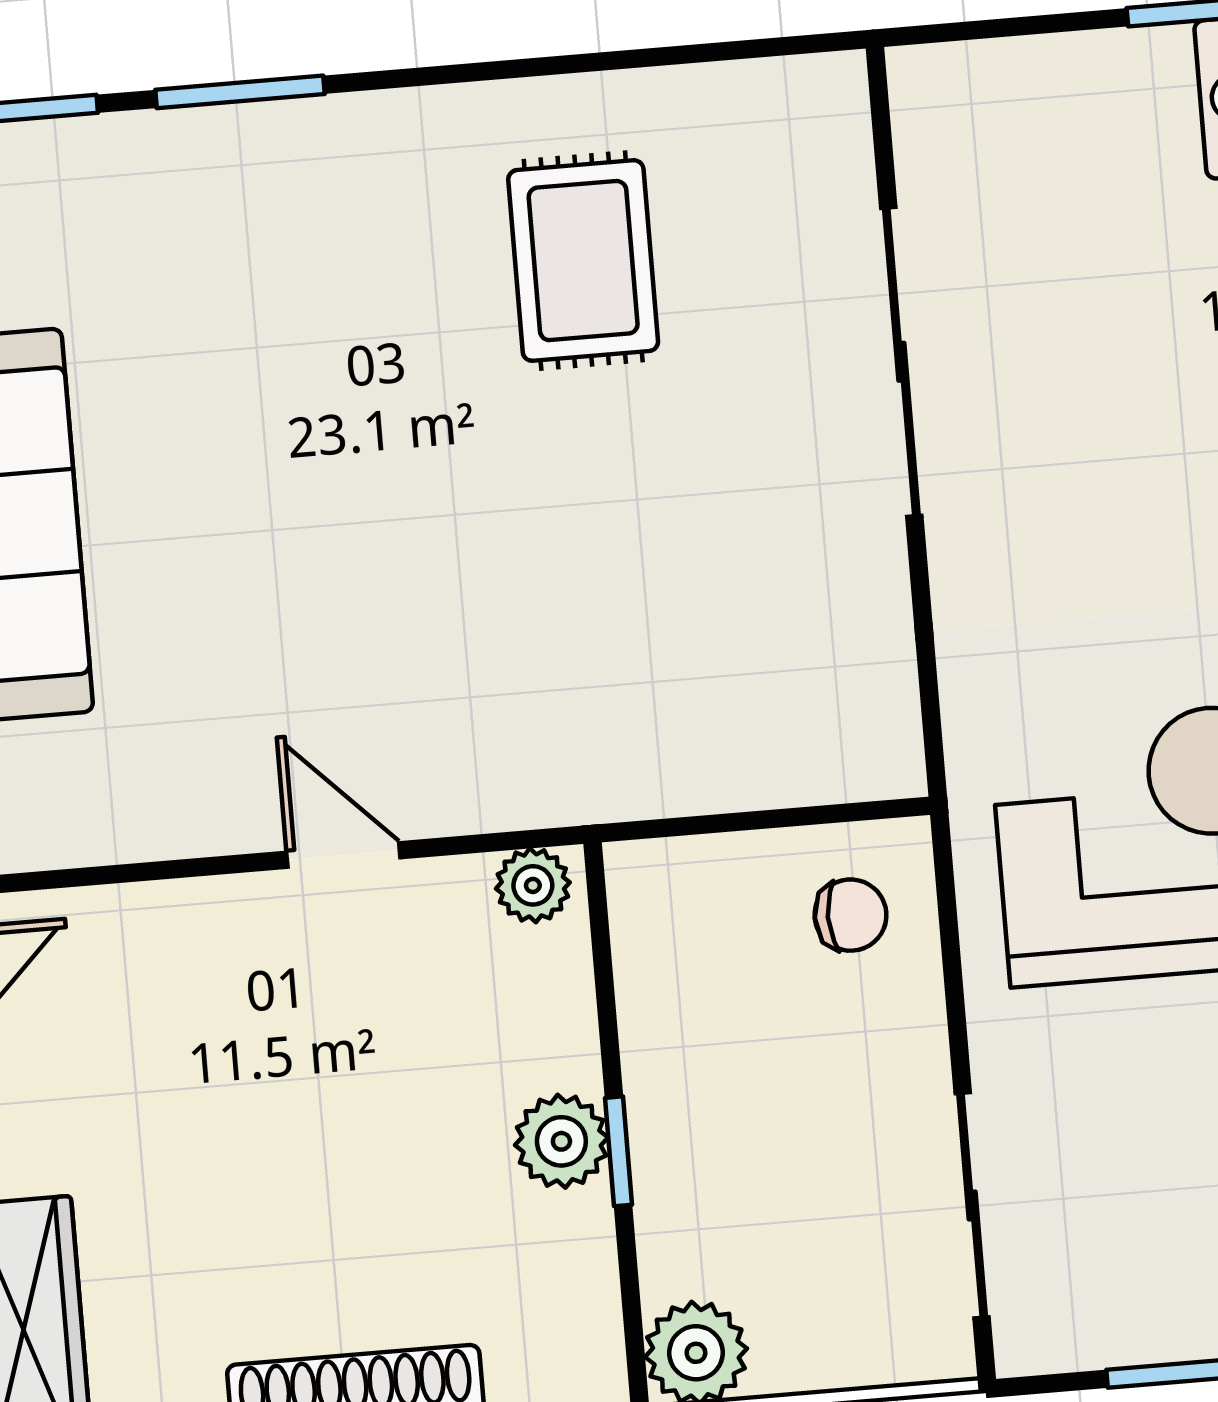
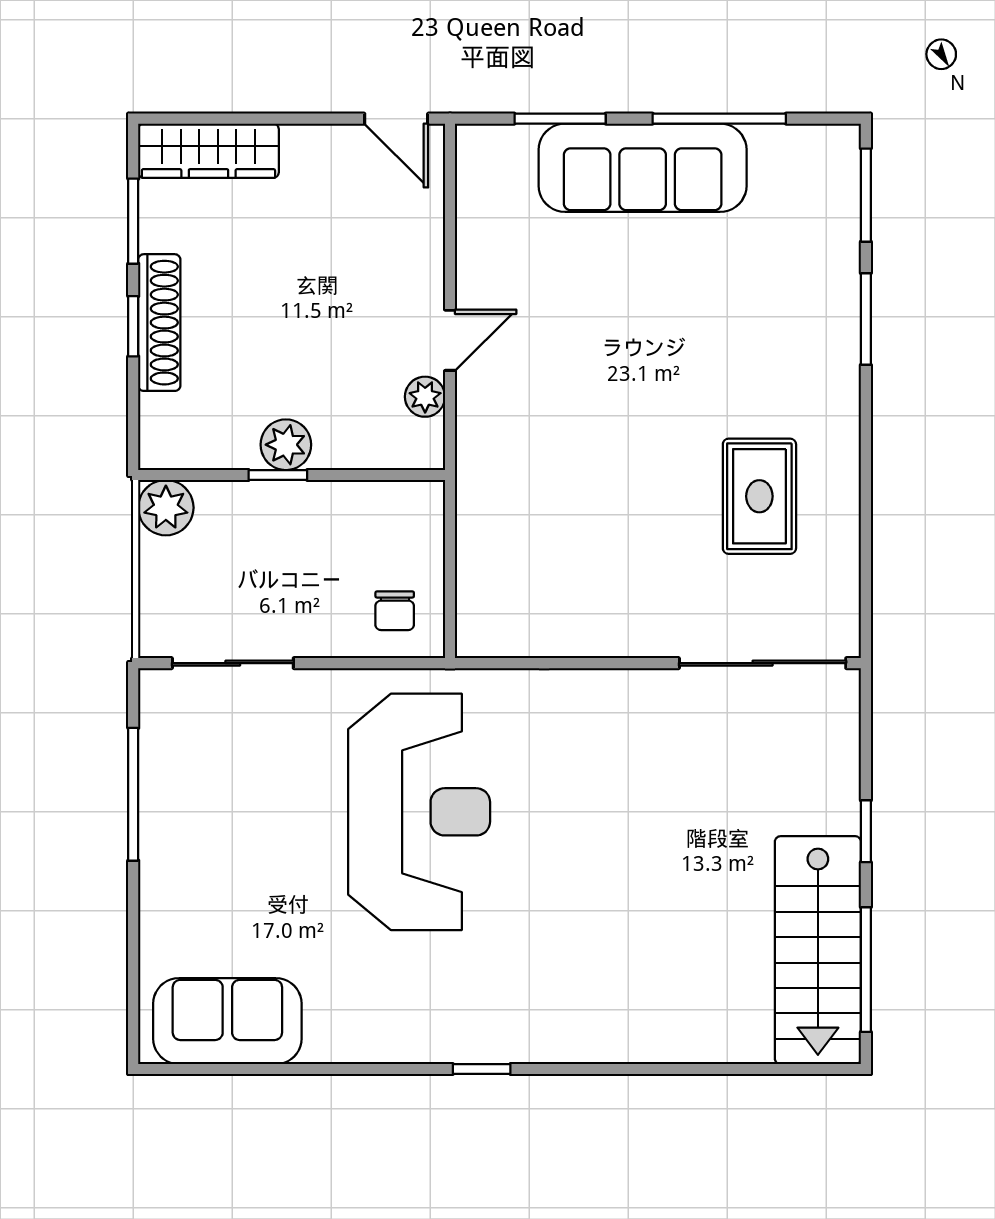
rug: (583, 261) -> (759, 496), turned 90
sliding door: (901, 362) -> (763, 663), moved
plant: (533, 885) -> (425, 397), moved

